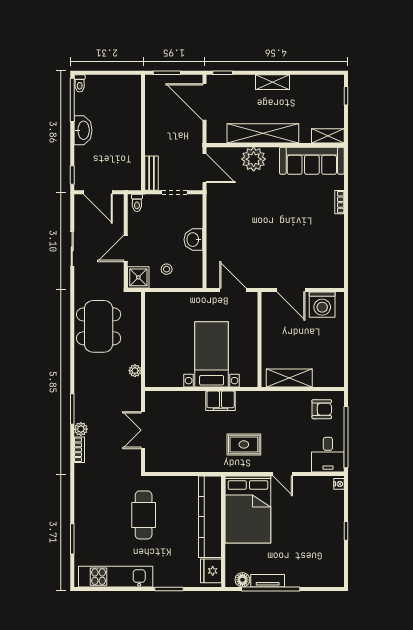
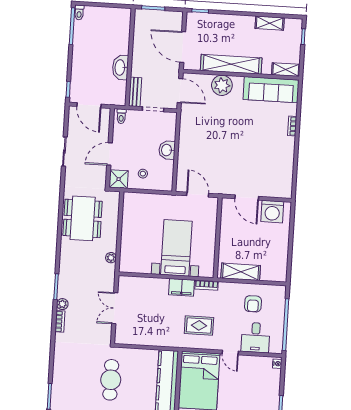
shelving: (272, 82) -> (270, 23), moved
door: (204, 102) -> (183, 47), moved
washbasin: (83, 130) -> (120, 67), moved, turned 180
bookcase: (250, 396) -> (207, 285), added
armchair: (322, 409) -> (253, 304), moved, turned 90
desk: (328, 455) -> (256, 338), moved

